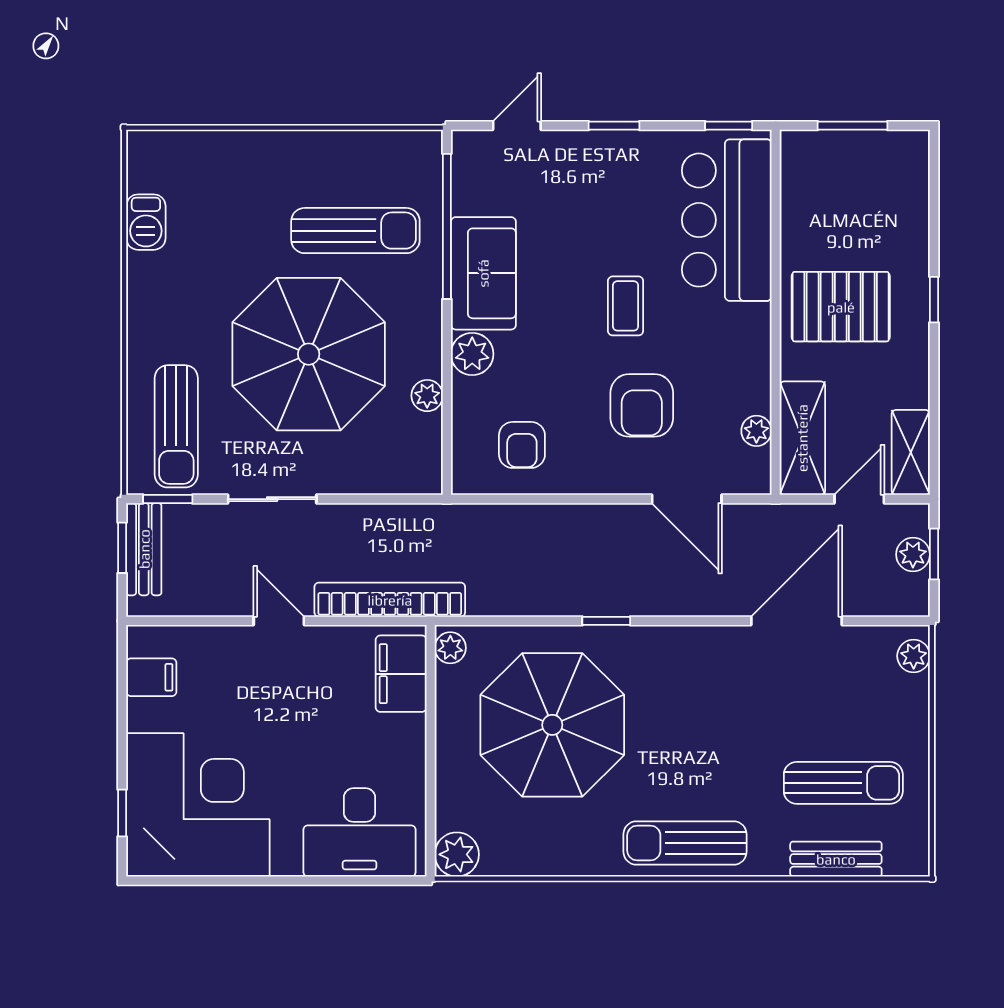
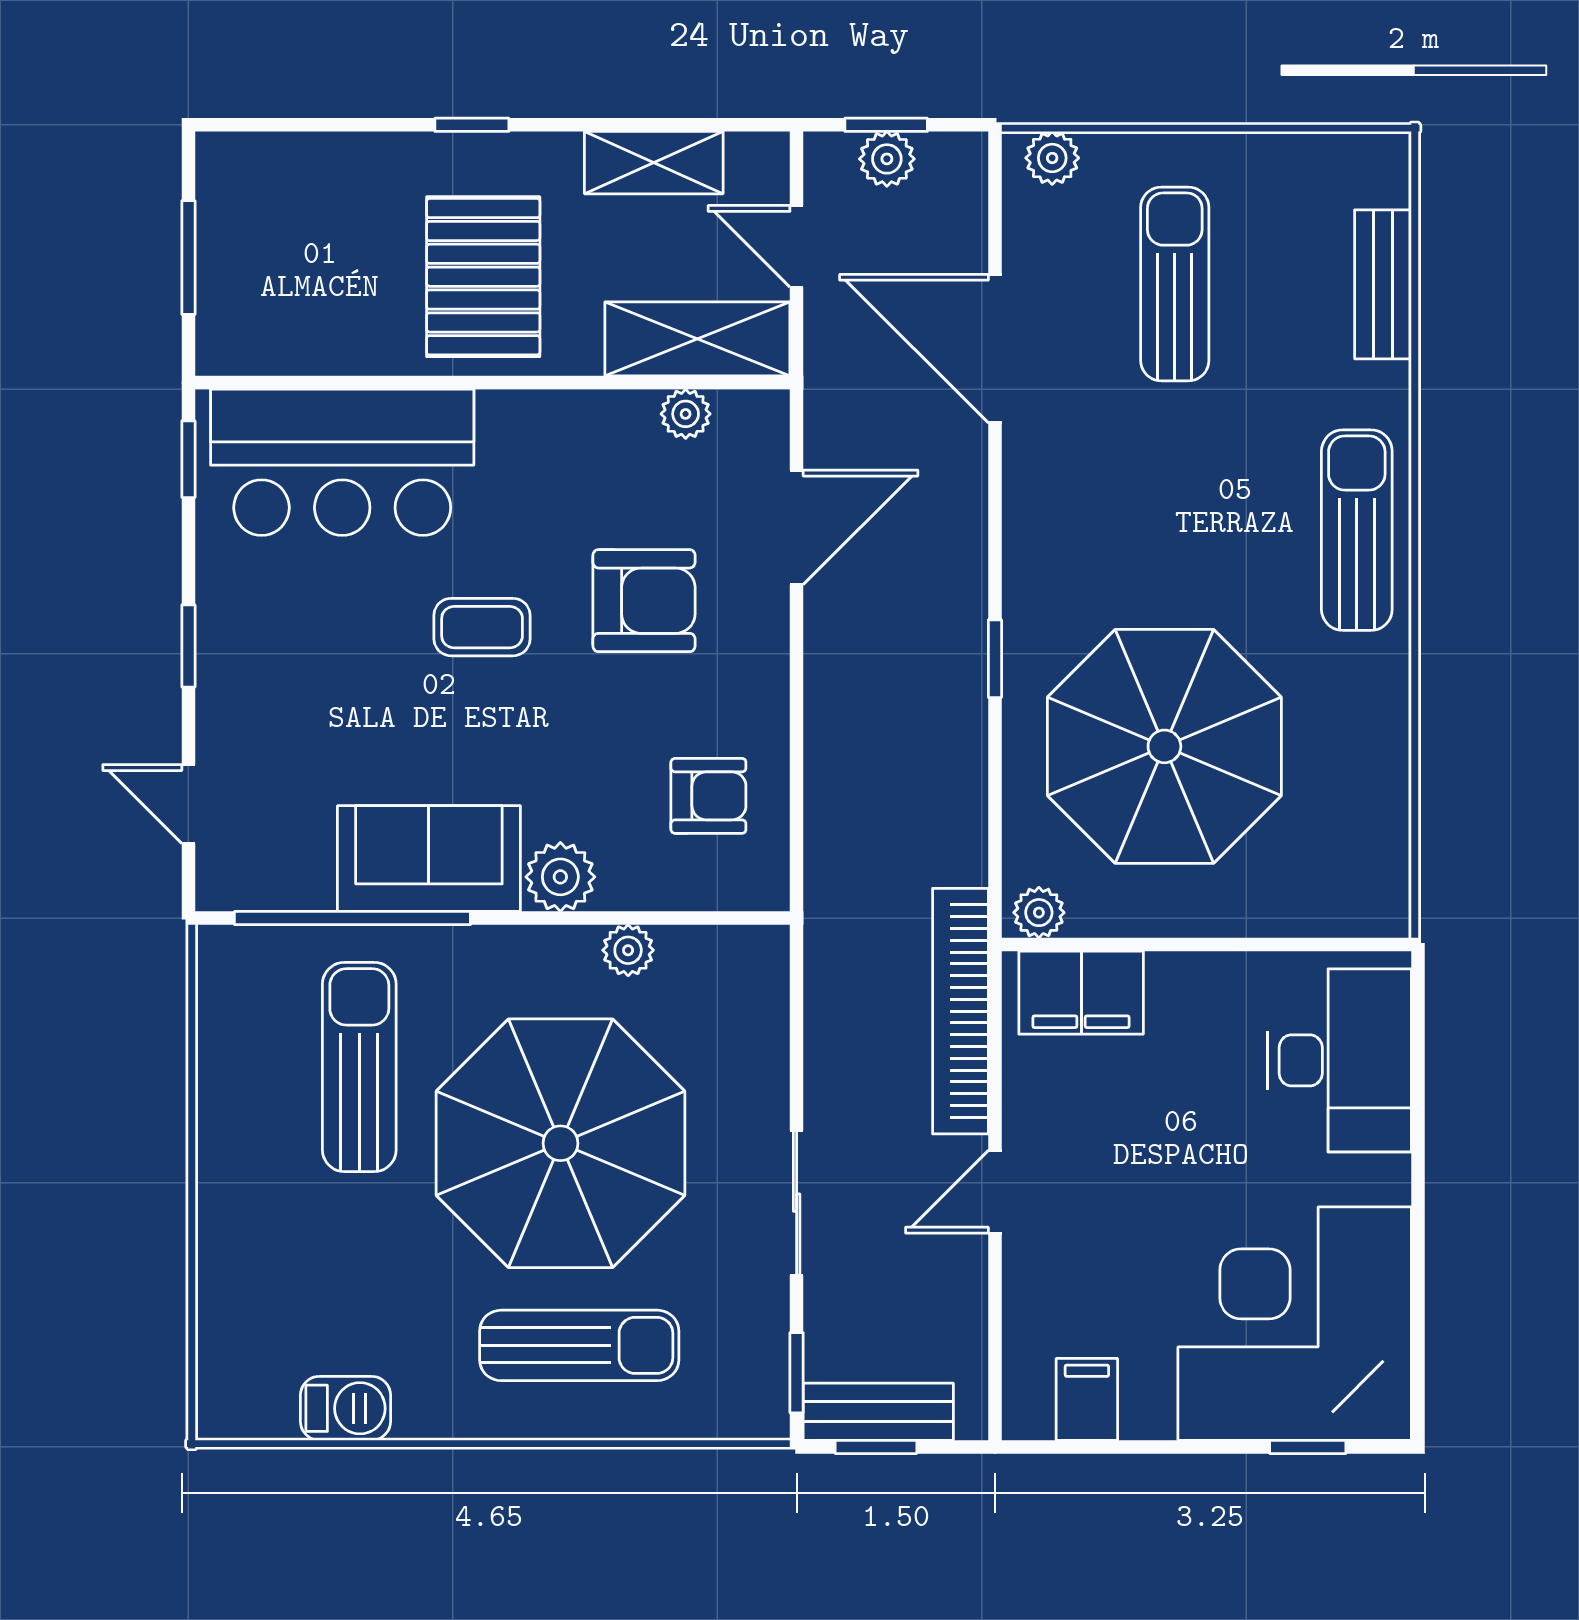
sun lounger: (176, 426) -> (579, 1345), moved
shelving: (911, 452) -> (654, 163), moved
sun lounger: (843, 783) -> (1175, 284), moved
sun lounger: (685, 843) -> (1357, 530), turned 180
plant: (457, 854) -> (1375, 902), removed

